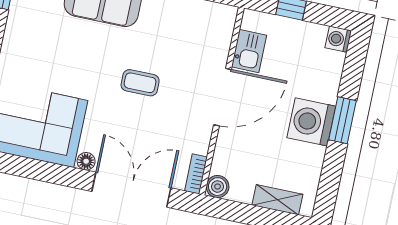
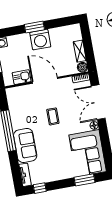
shelving: (277, 200) -> (80, 51), moved

